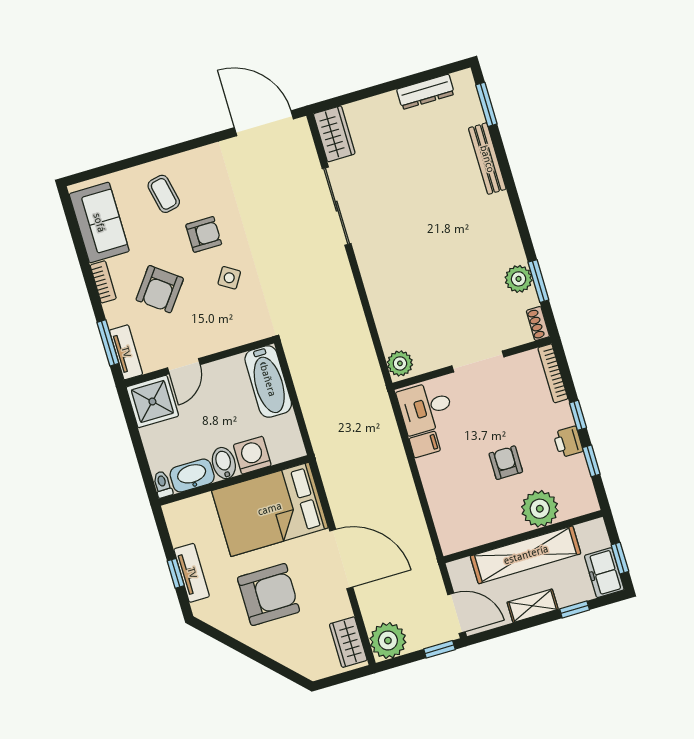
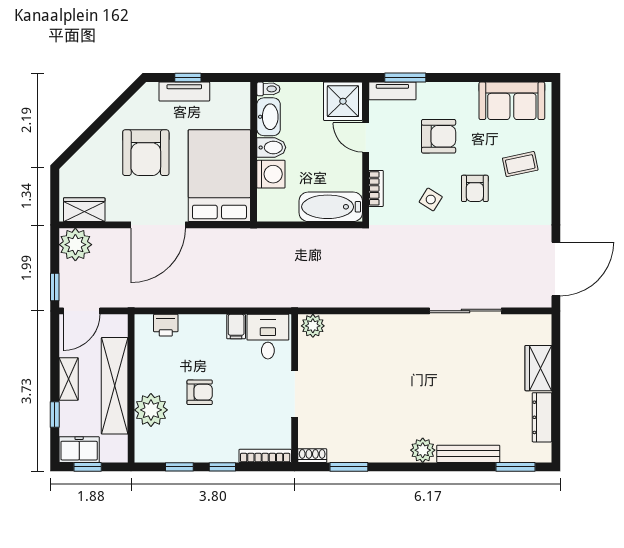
wardrobe: (334, 134) -> (538, 368), moved, turned 90
plant: (519, 279) -> (423, 450), moved
bookcase: (103, 282) -> (376, 188), moved, turned -90
armchair: (160, 289) -> (439, 136), turned 143
printer: (568, 442) -> (166, 325), moved, turned 180

